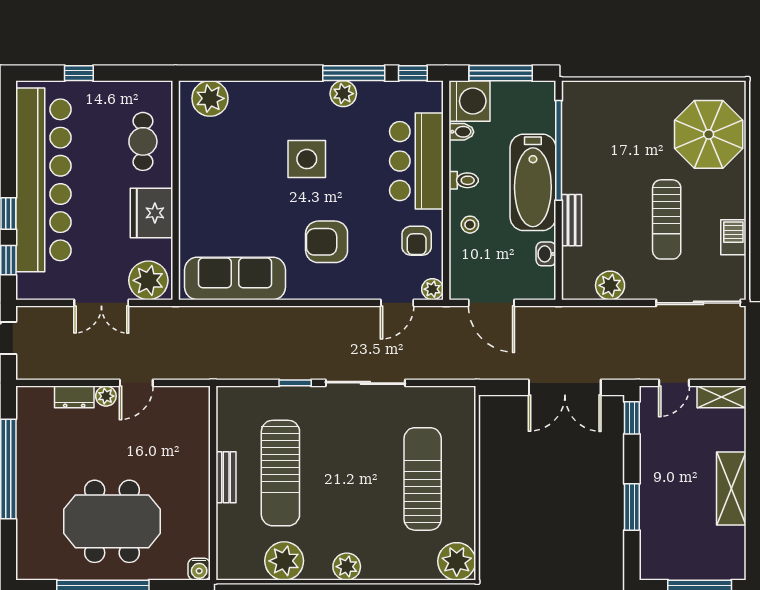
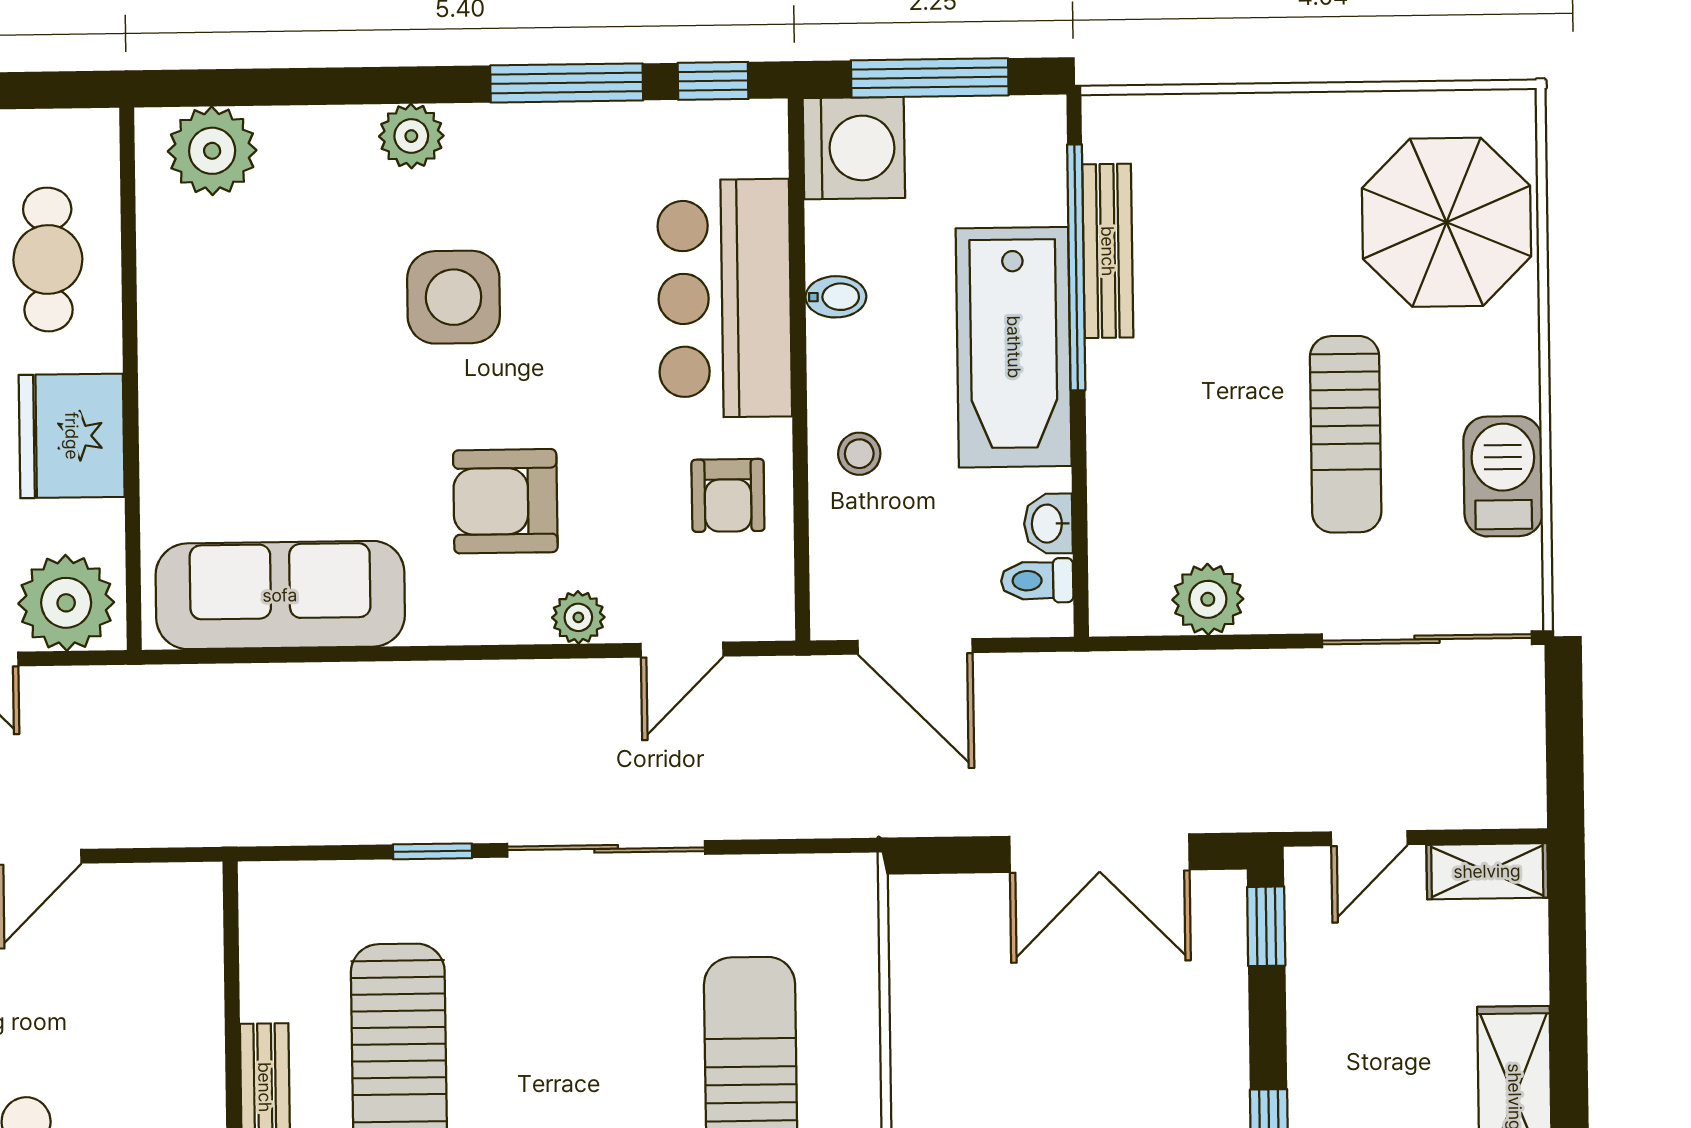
plant: (343, 94) -> (411, 136), moved
bidet: (461, 132) -> (836, 297), moved
toilet: (464, 180) -> (1037, 581), moved, turned 180
bench: (572, 220) -> (1108, 251), moved, width x1.36
barbecue: (733, 237) -> (1503, 476), width x1.38, depth x1.27
plant: (432, 289) -> (578, 617), moved

